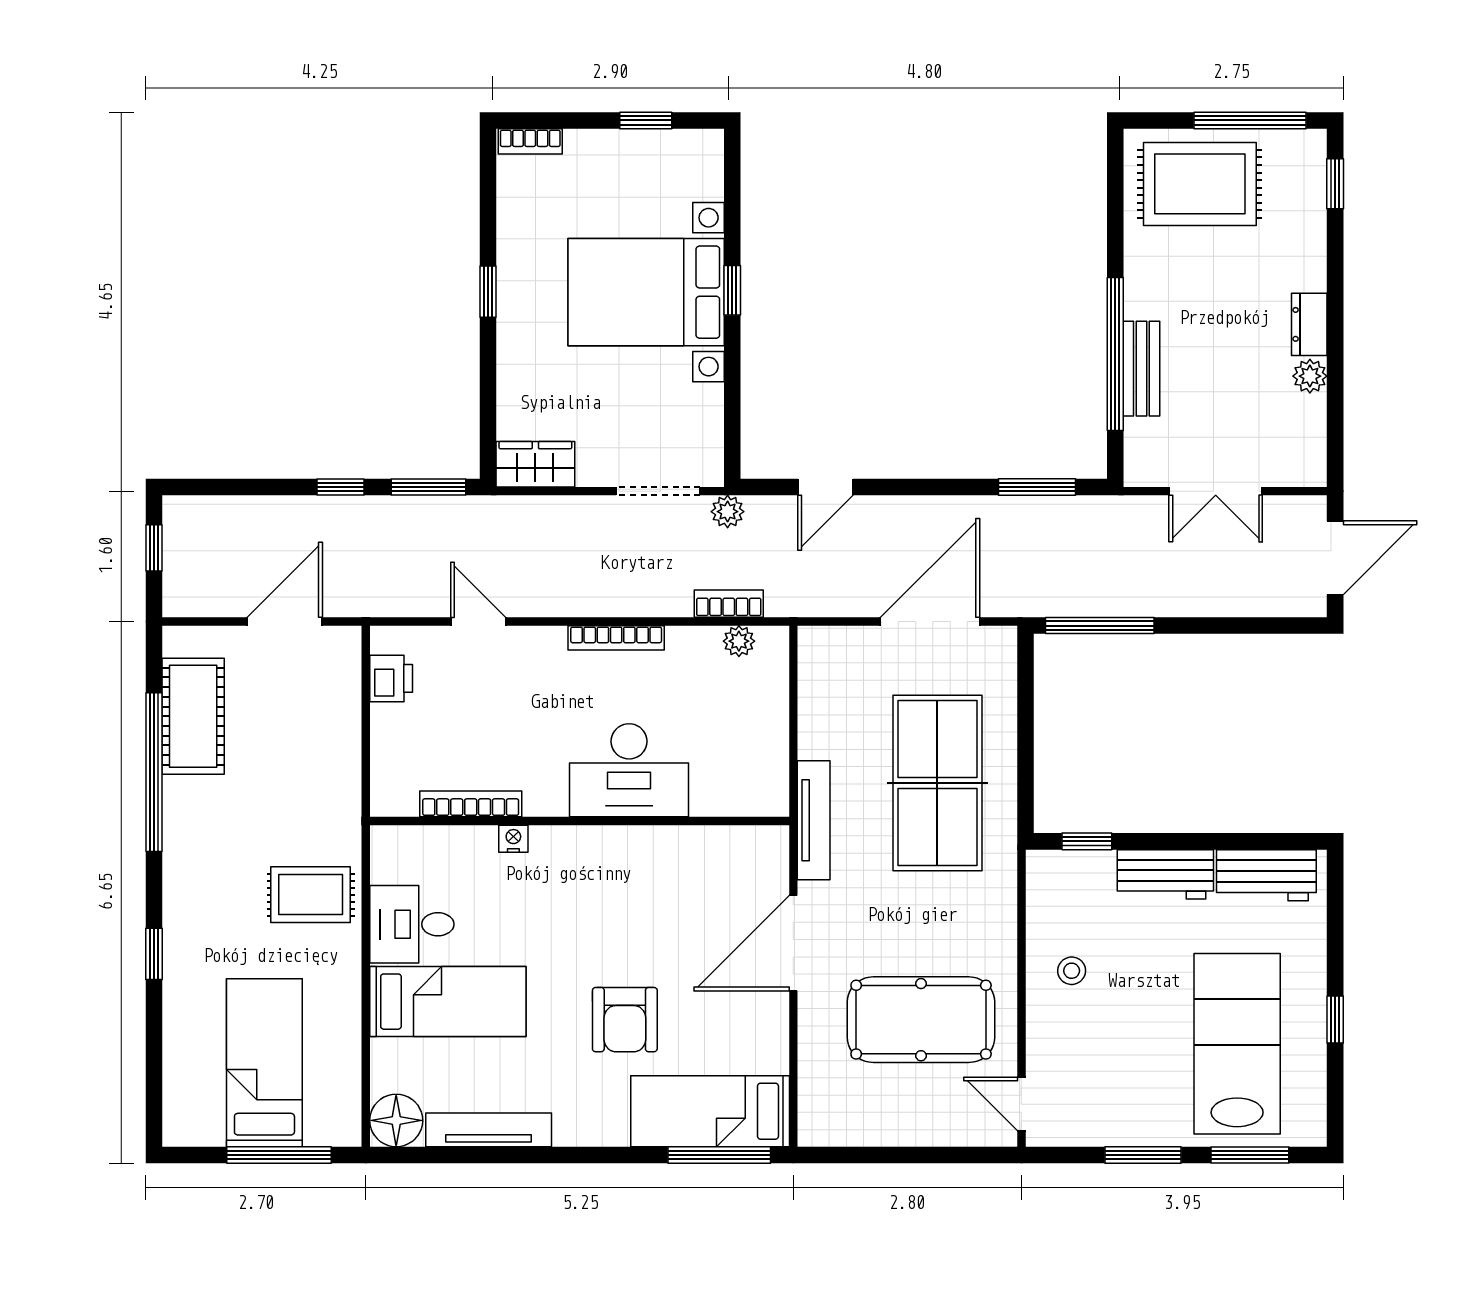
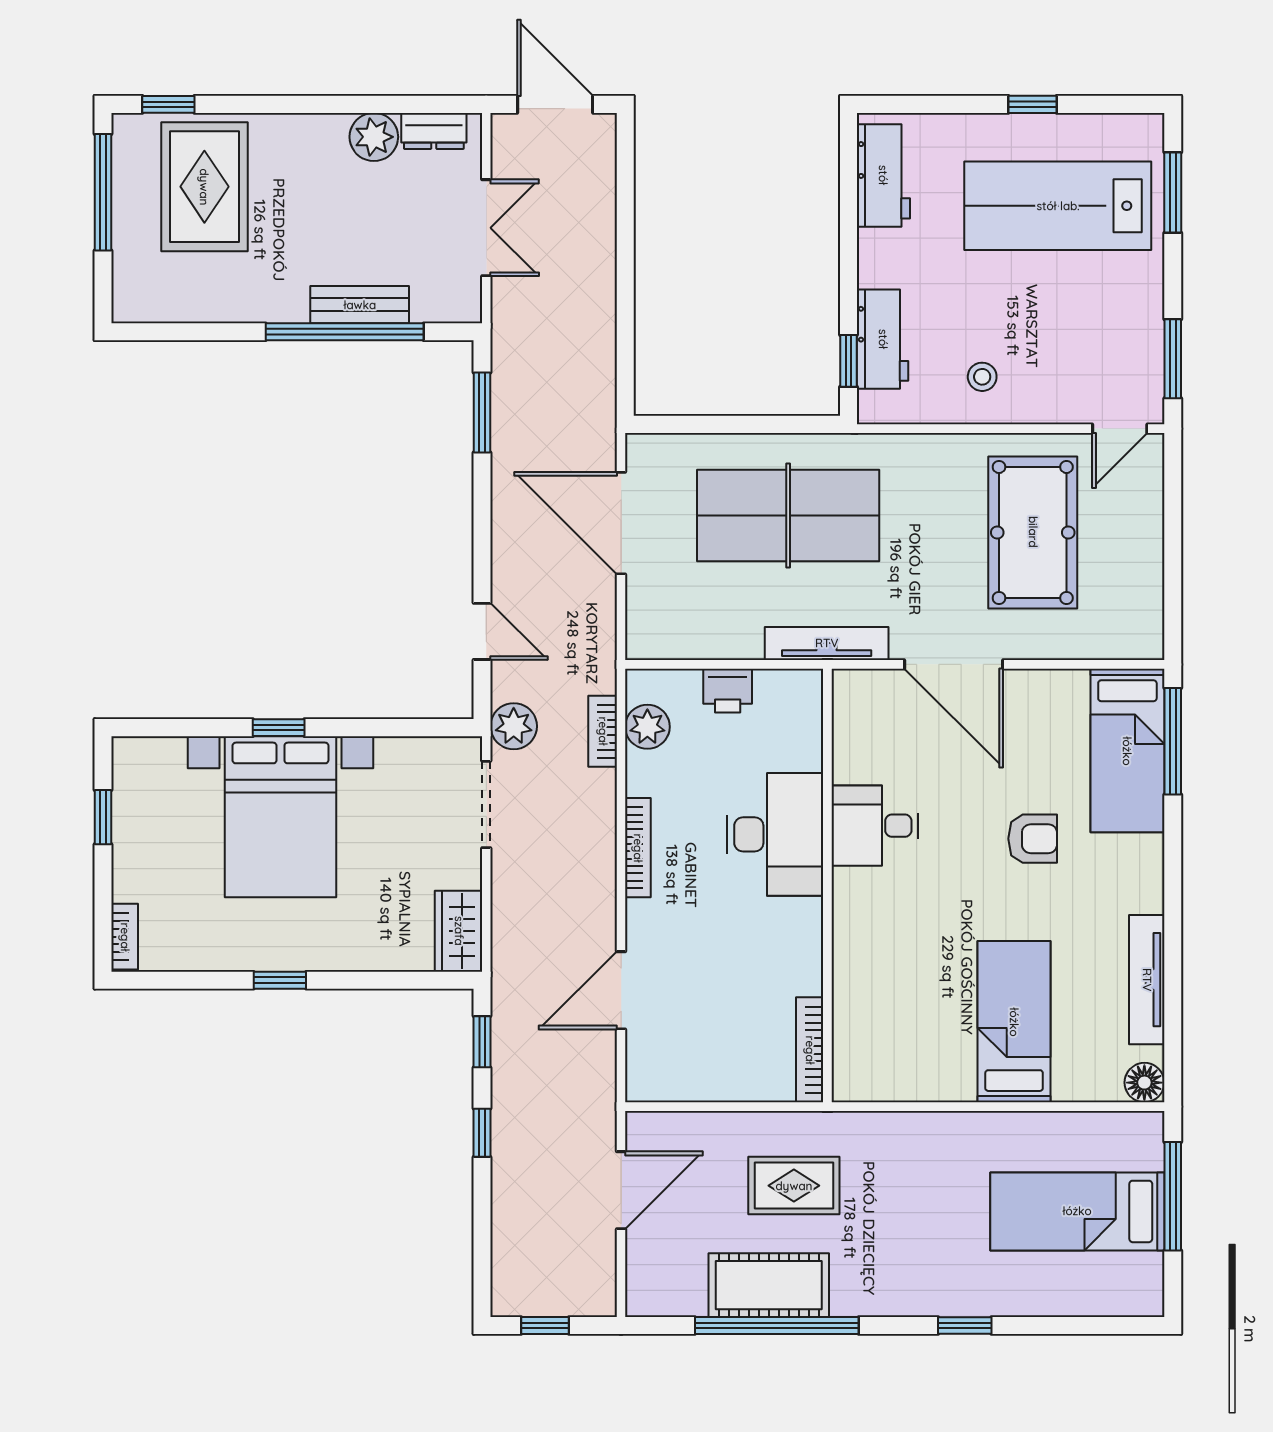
rug: (1200, 184) -> (204, 187), moved
dresser: (1309, 324) -> (434, 131), moved
plant: (1310, 376) -> (374, 137), width x1.38, depth x1.38
window: (428, 487) -> (482, 1042), width x0.67
plant: (728, 512) -> (514, 726), width x1.38, depth x1.38
door: (285, 621) -> (621, 1190), swing flipped
door: (478, 621) -> (621, 990), width x1.38
window: (1100, 626) -> (625, 348), removed
plant: (739, 641) -> (647, 727), width x1.38, depth x1.38
printer: (391, 678) -> (728, 691), moved, turned 180
cot: (193, 716) -> (769, 1285), moved
bookcase: (471, 804) -> (810, 1050), moved
nightstand: (513, 839) -> (846, 954), removed
workbench: (1165, 874) -> (883, 339), moved
rug: (311, 895) -> (794, 1186), moved, turned 90
desk: (412, 924) -> (875, 826), moved, turned 90
armchair: (625, 1020) -> (1033, 839), width x0.72, depth x0.72
floor lamp: (396, 1120) -> (1144, 1083), width x0.73, depth x0.73
window: (1143, 1155) -> (1173, 359), moved

